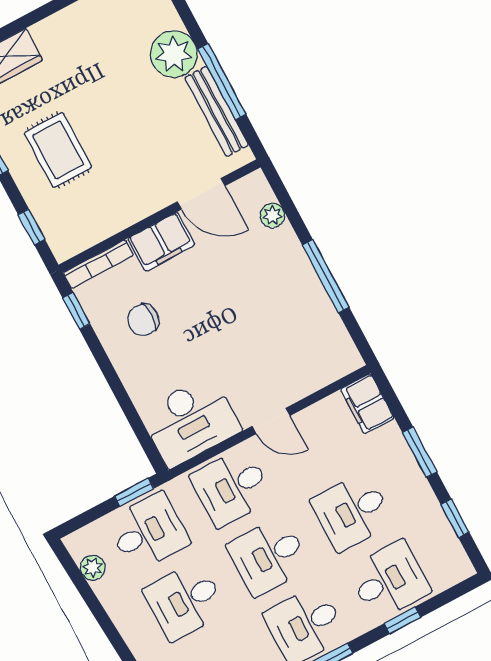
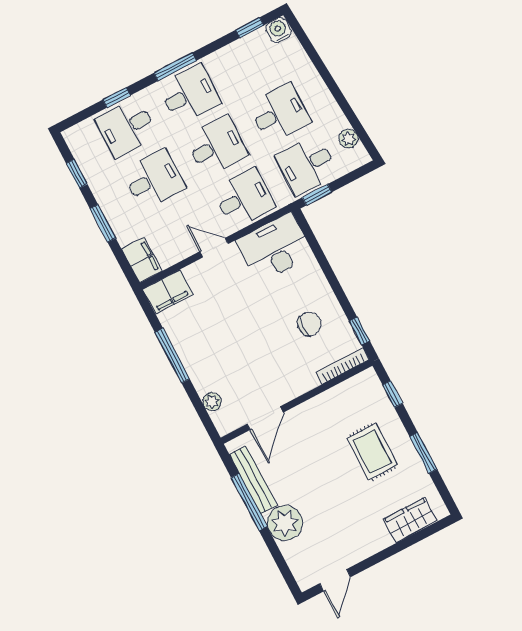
door: (201, 194) -> (265, 418), swing flipped
filing cabinet: (161, 242) -> (168, 292), moved, turned 180

